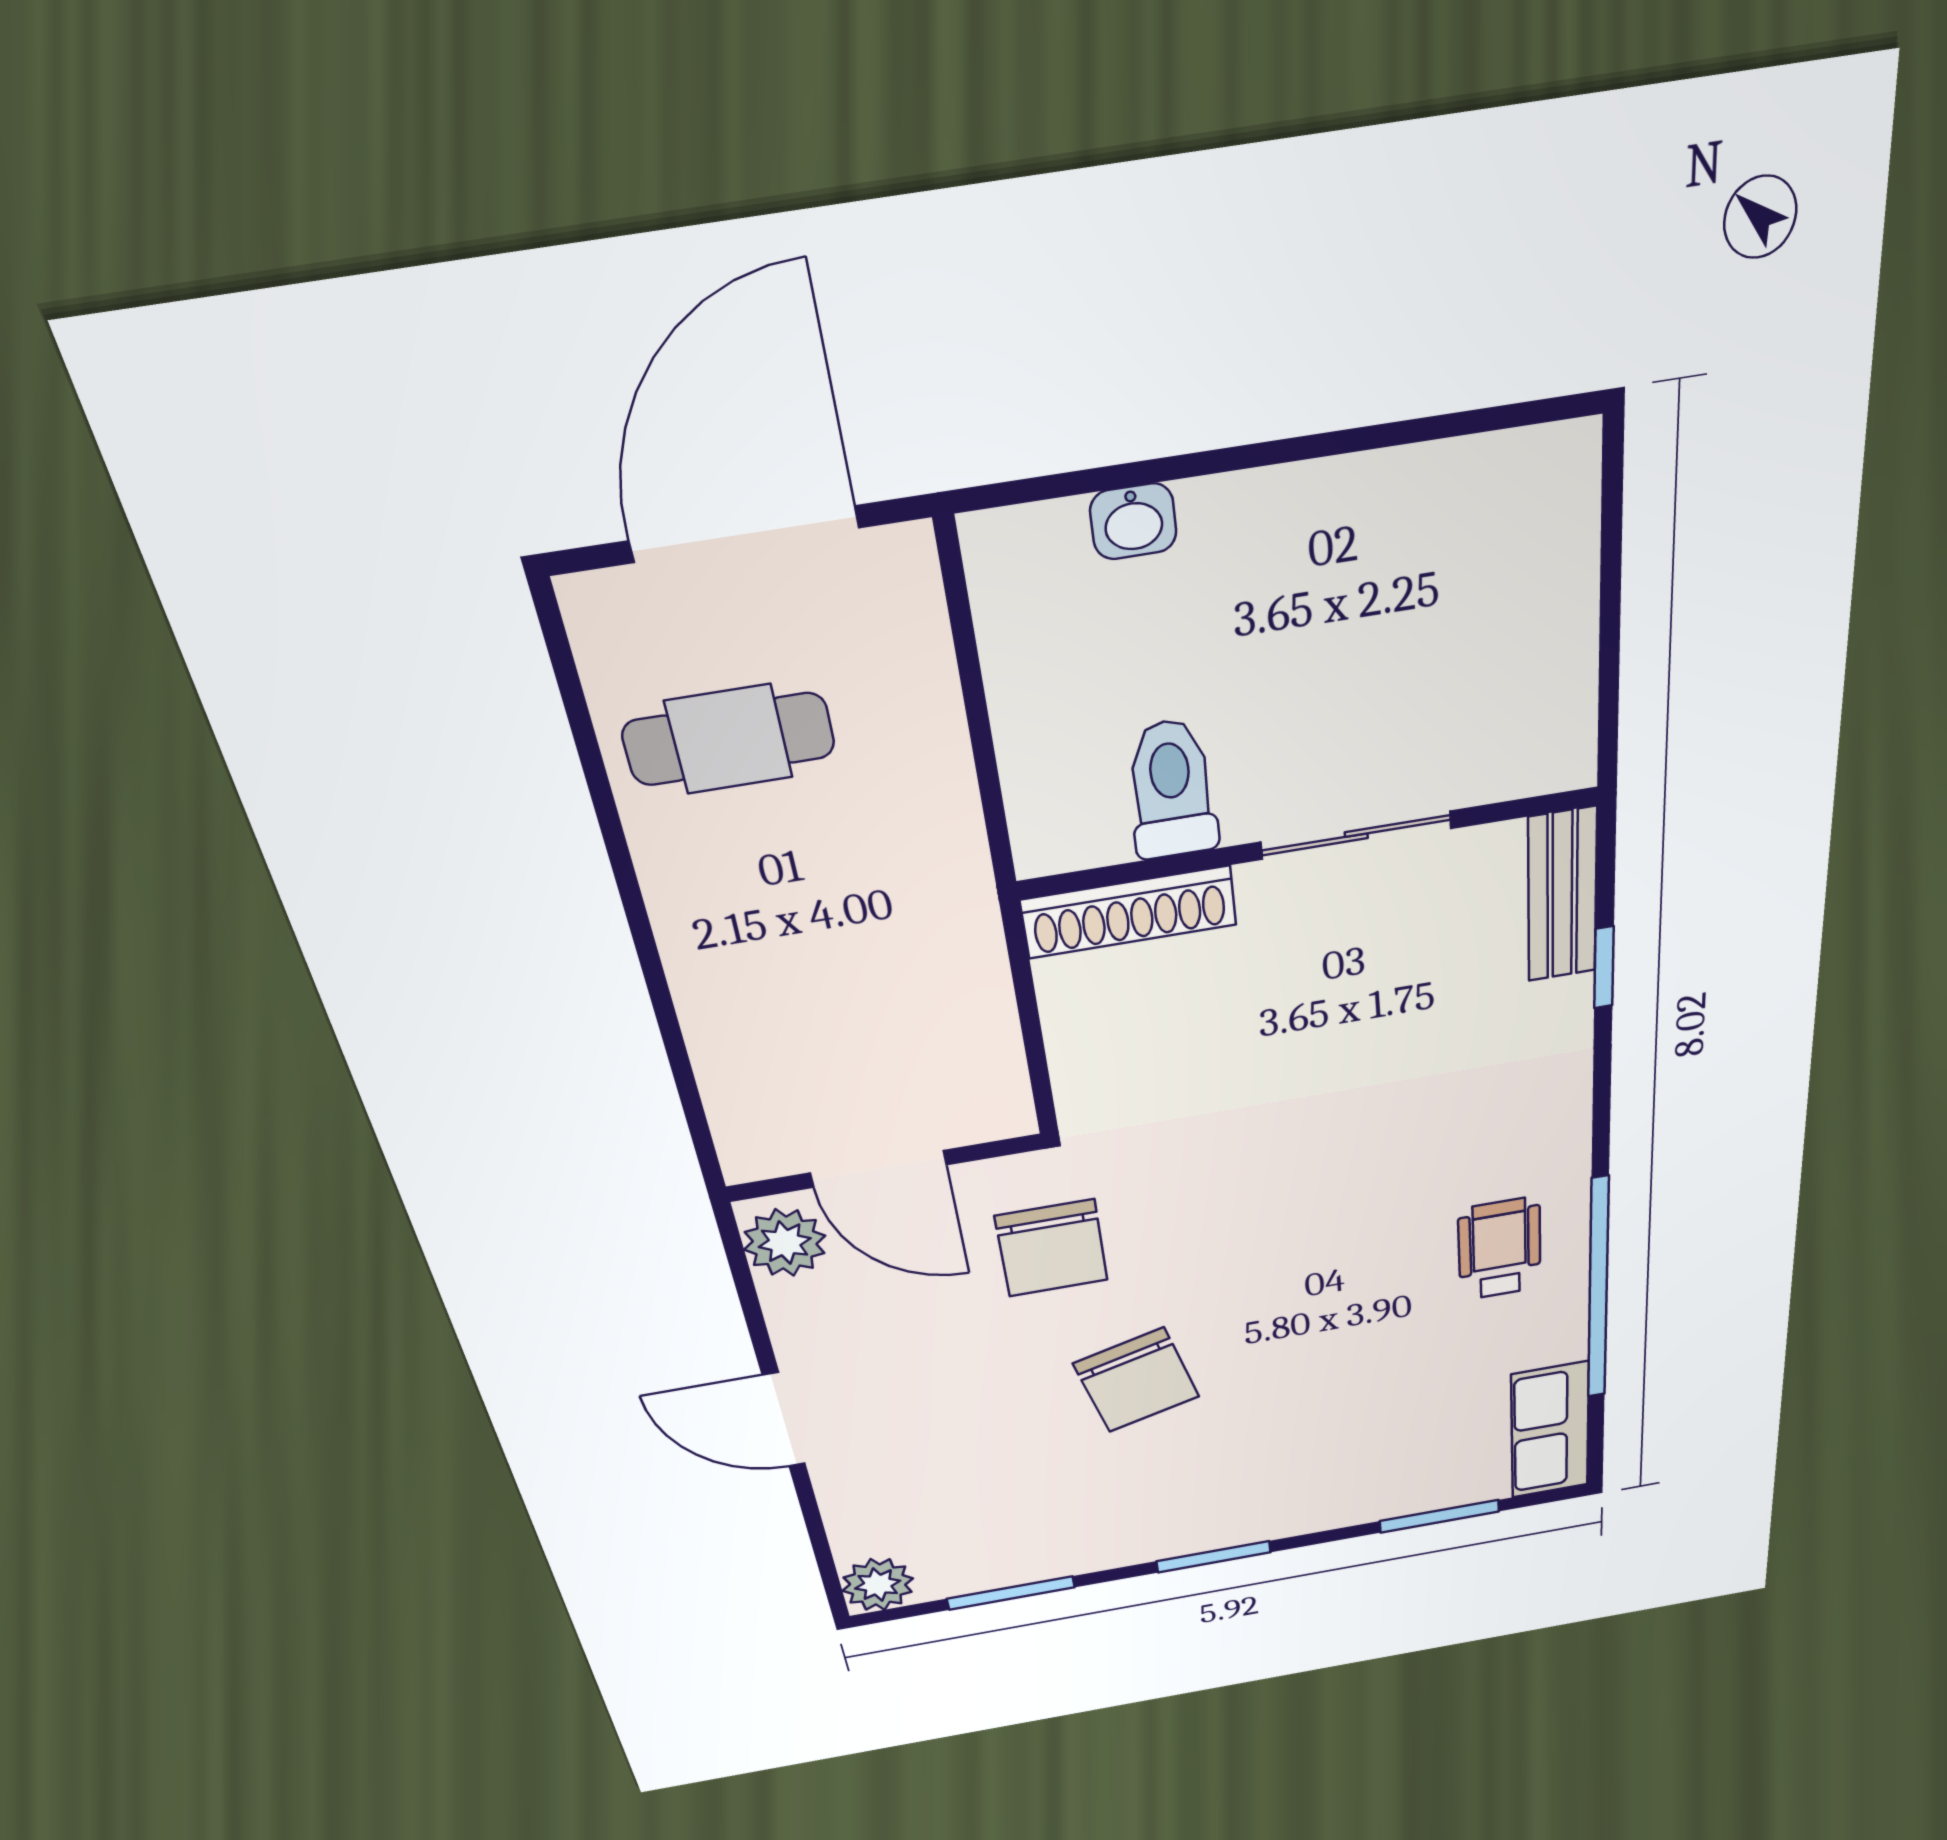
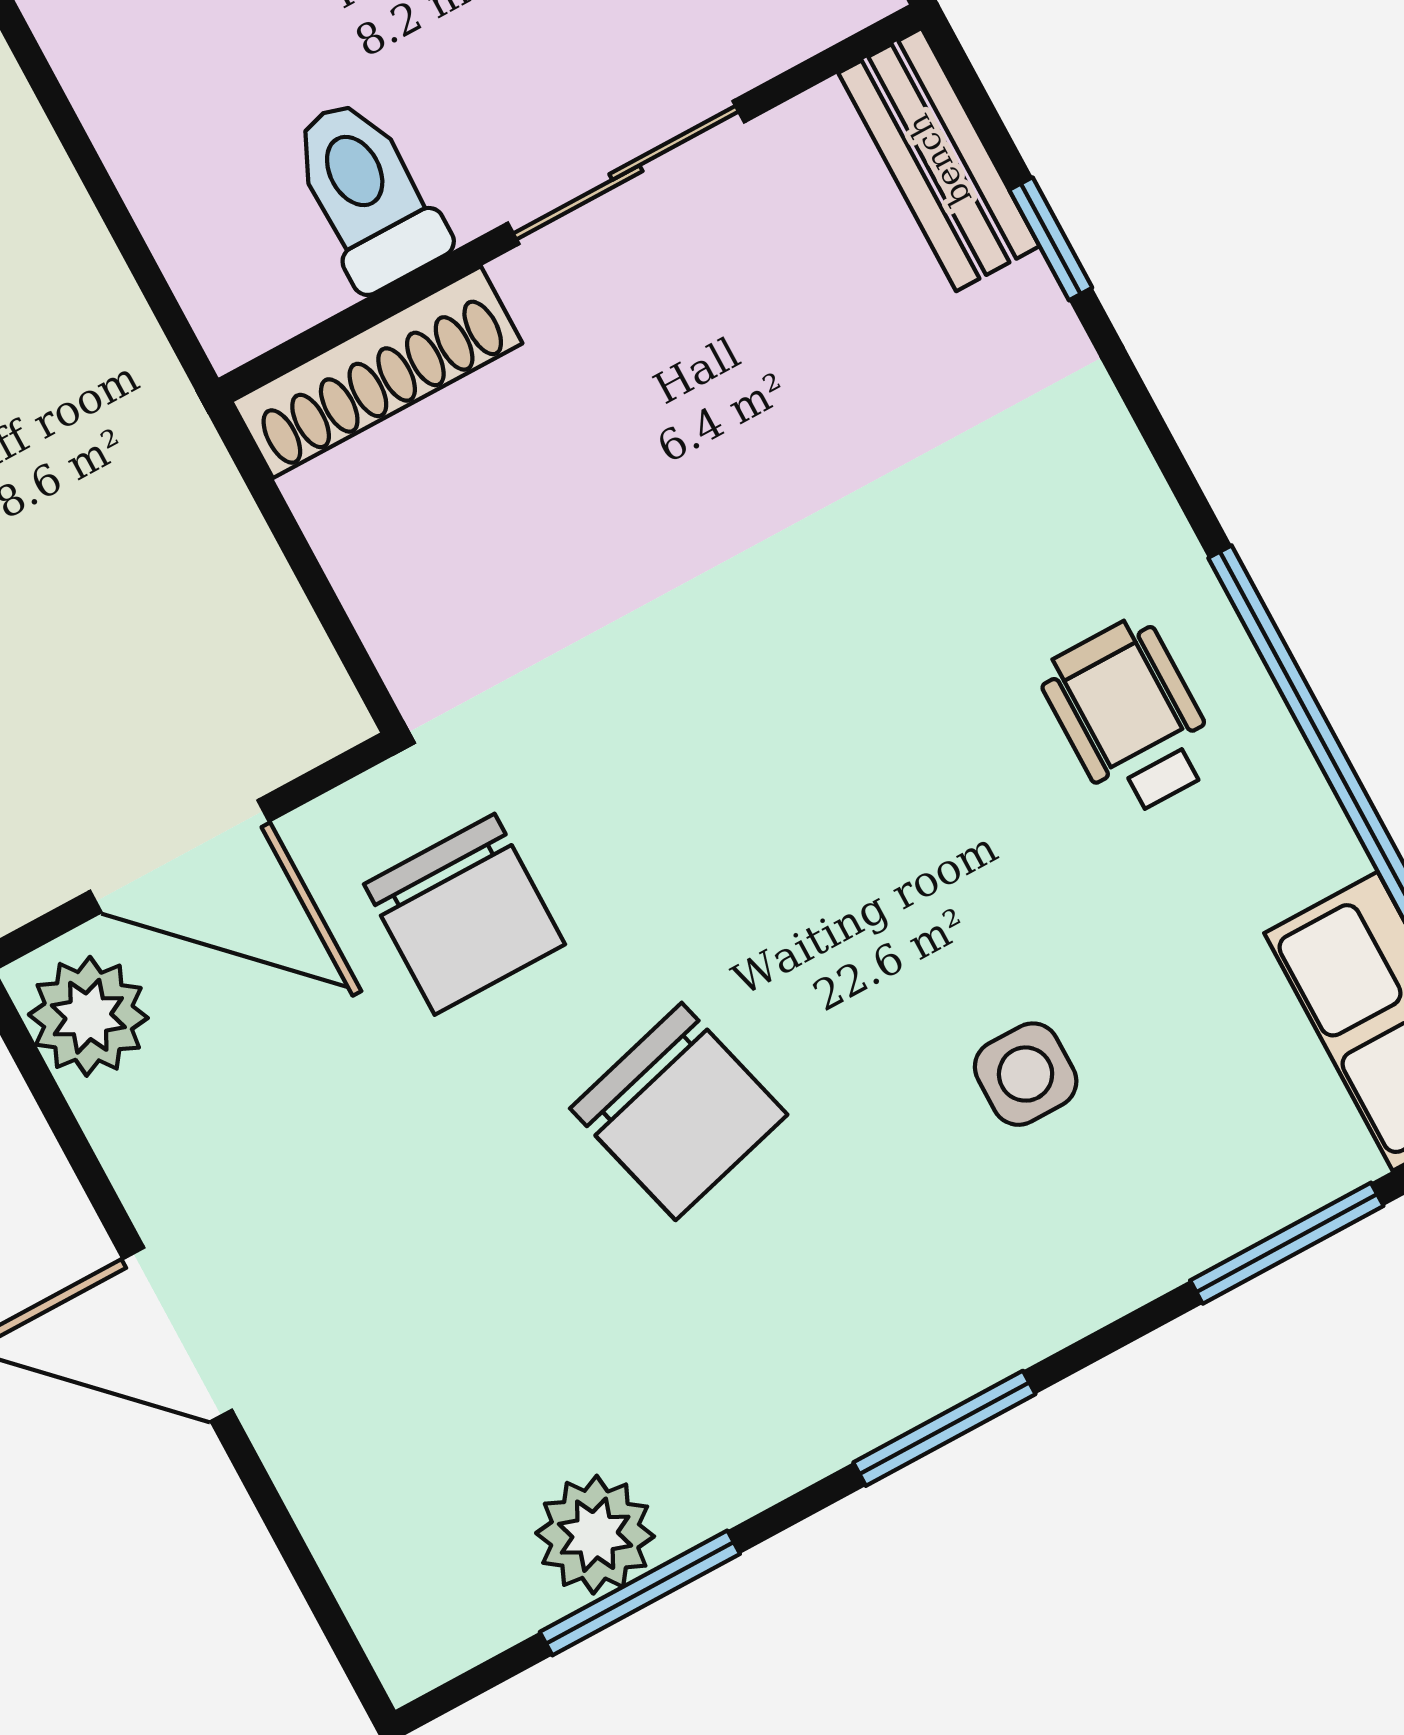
side table: (1343, 1409) -> (1026, 1074), added
plant: (878, 1585) -> (595, 1535), moved

